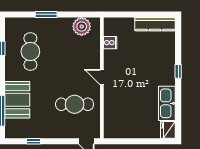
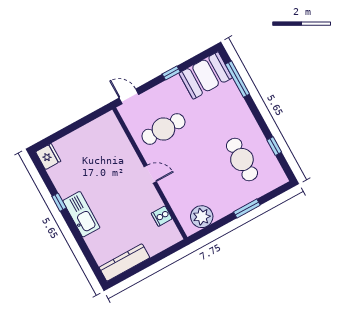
window: (178, 71) -> (59, 202), moved
booth: (17, 100) -> (206, 75), moved, turned 90
kitchen sink: (167, 103) -> (81, 214), moved
window: (34, 141) -> (171, 73), moved

